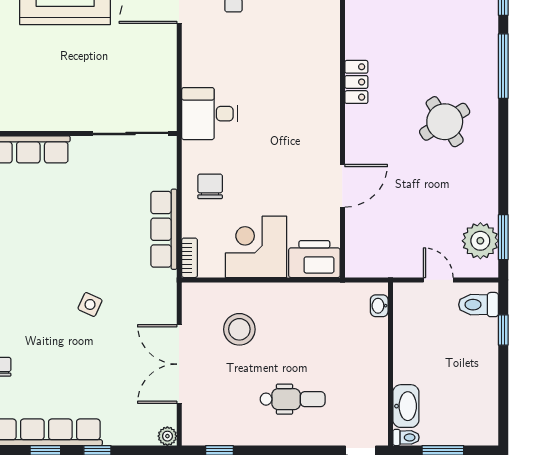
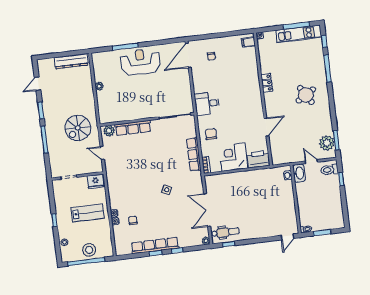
stool: (239, 329) -> (231, 192), removed
dental chair: (293, 399) -> (226, 232), moved
washbasin: (406, 406) -> (299, 173), moved

